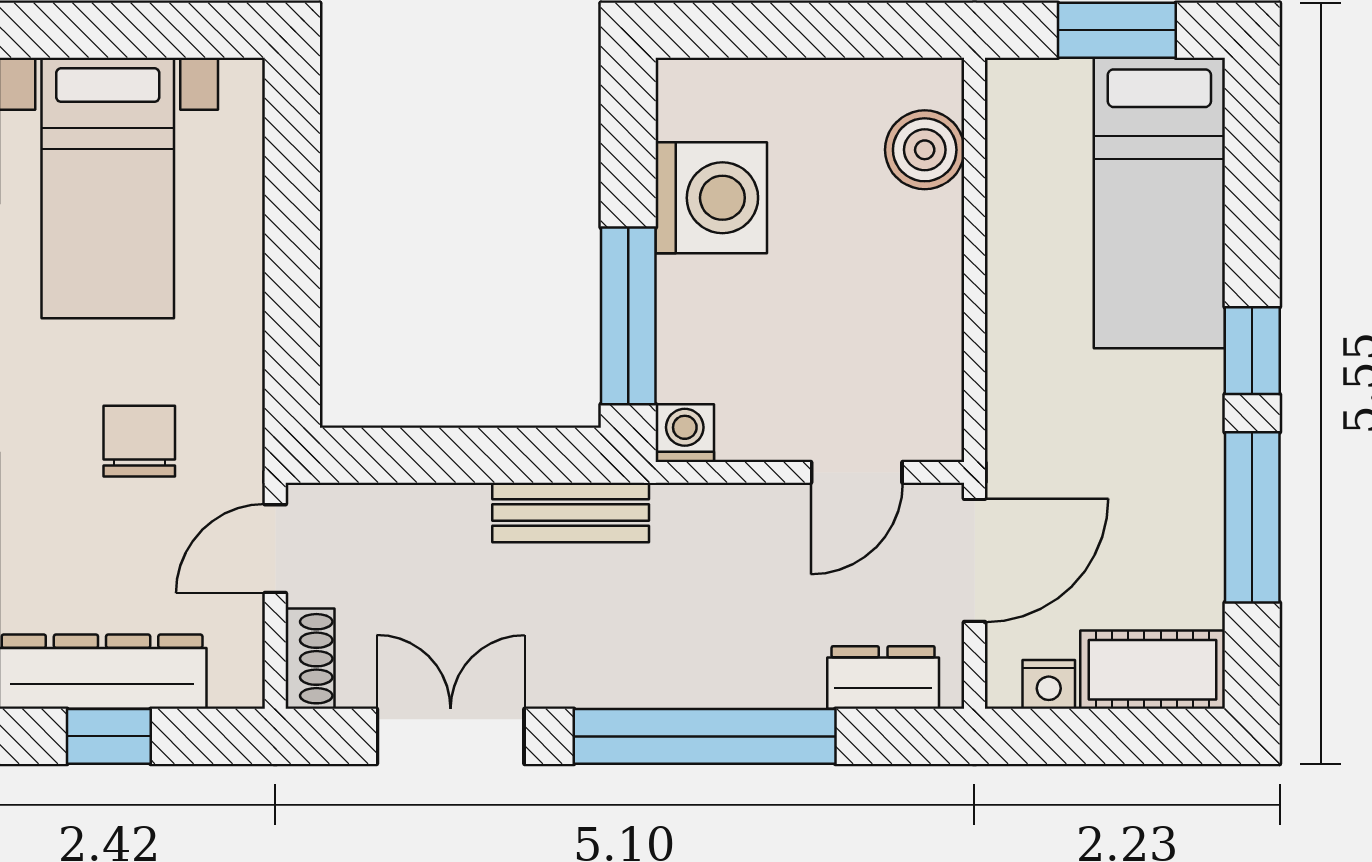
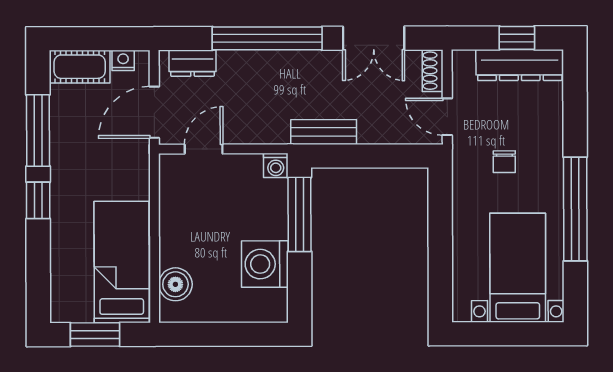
bed: (1159, 203) -> (122, 262), moved
chair: (139, 441) -> (504, 162), width x0.73, depth x0.73
door: (275, 549) -> (447, 117), swing flipped

